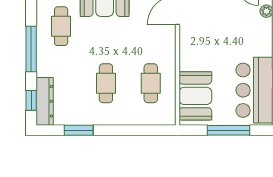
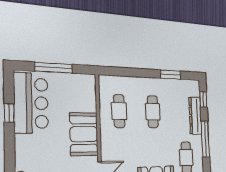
booth: (195, 96) -> (84, 134), moved
dresser: (45, 101) -> (195, 116), moved

